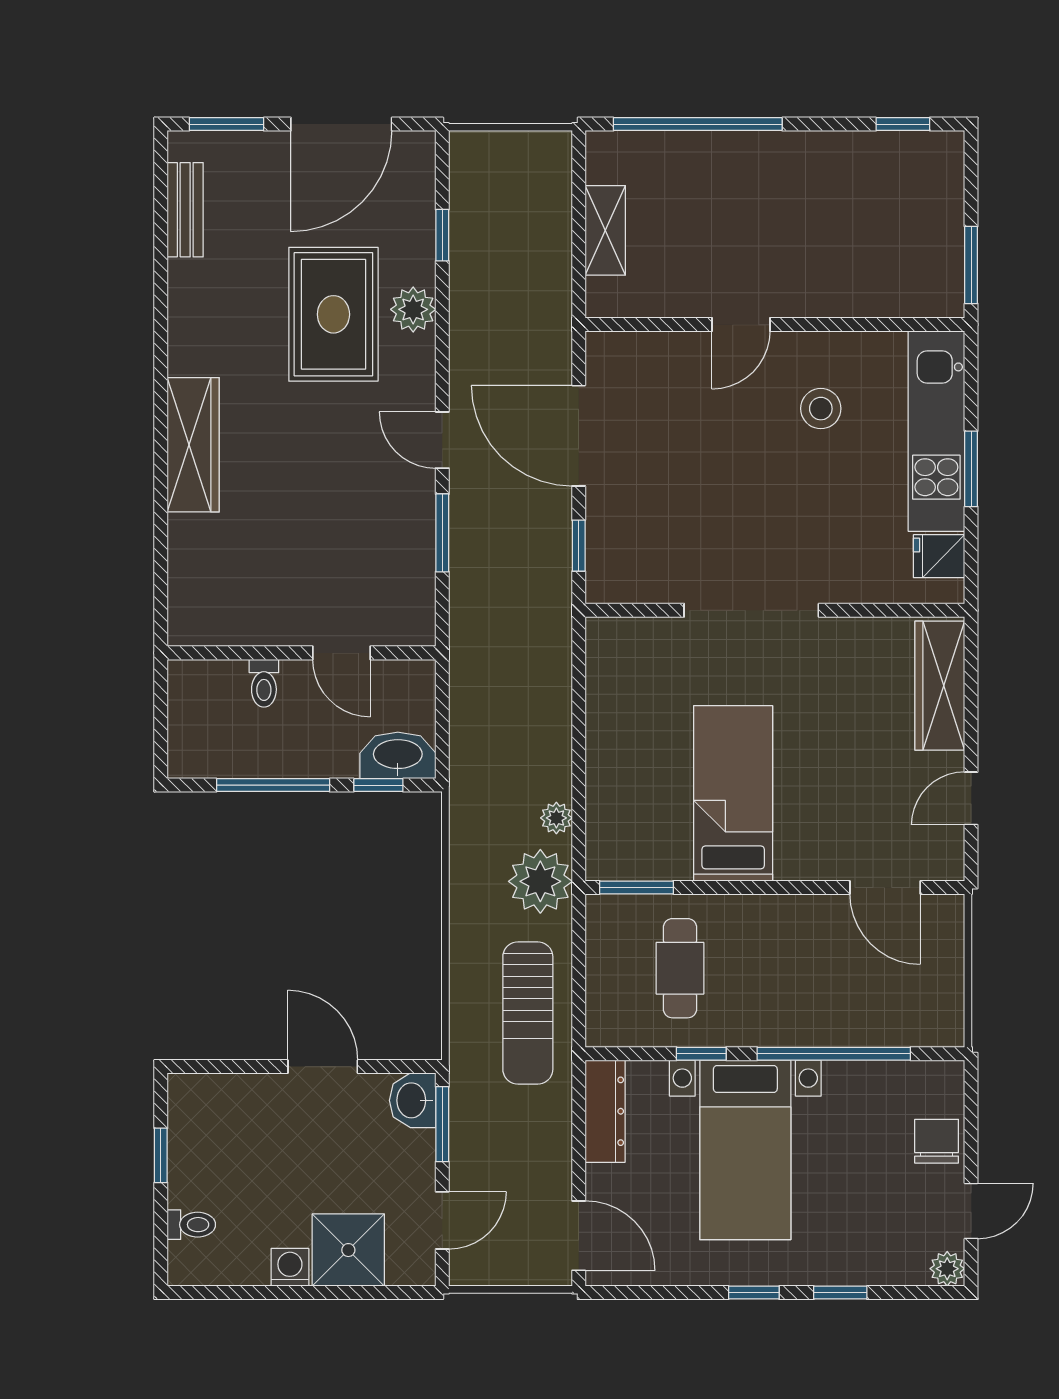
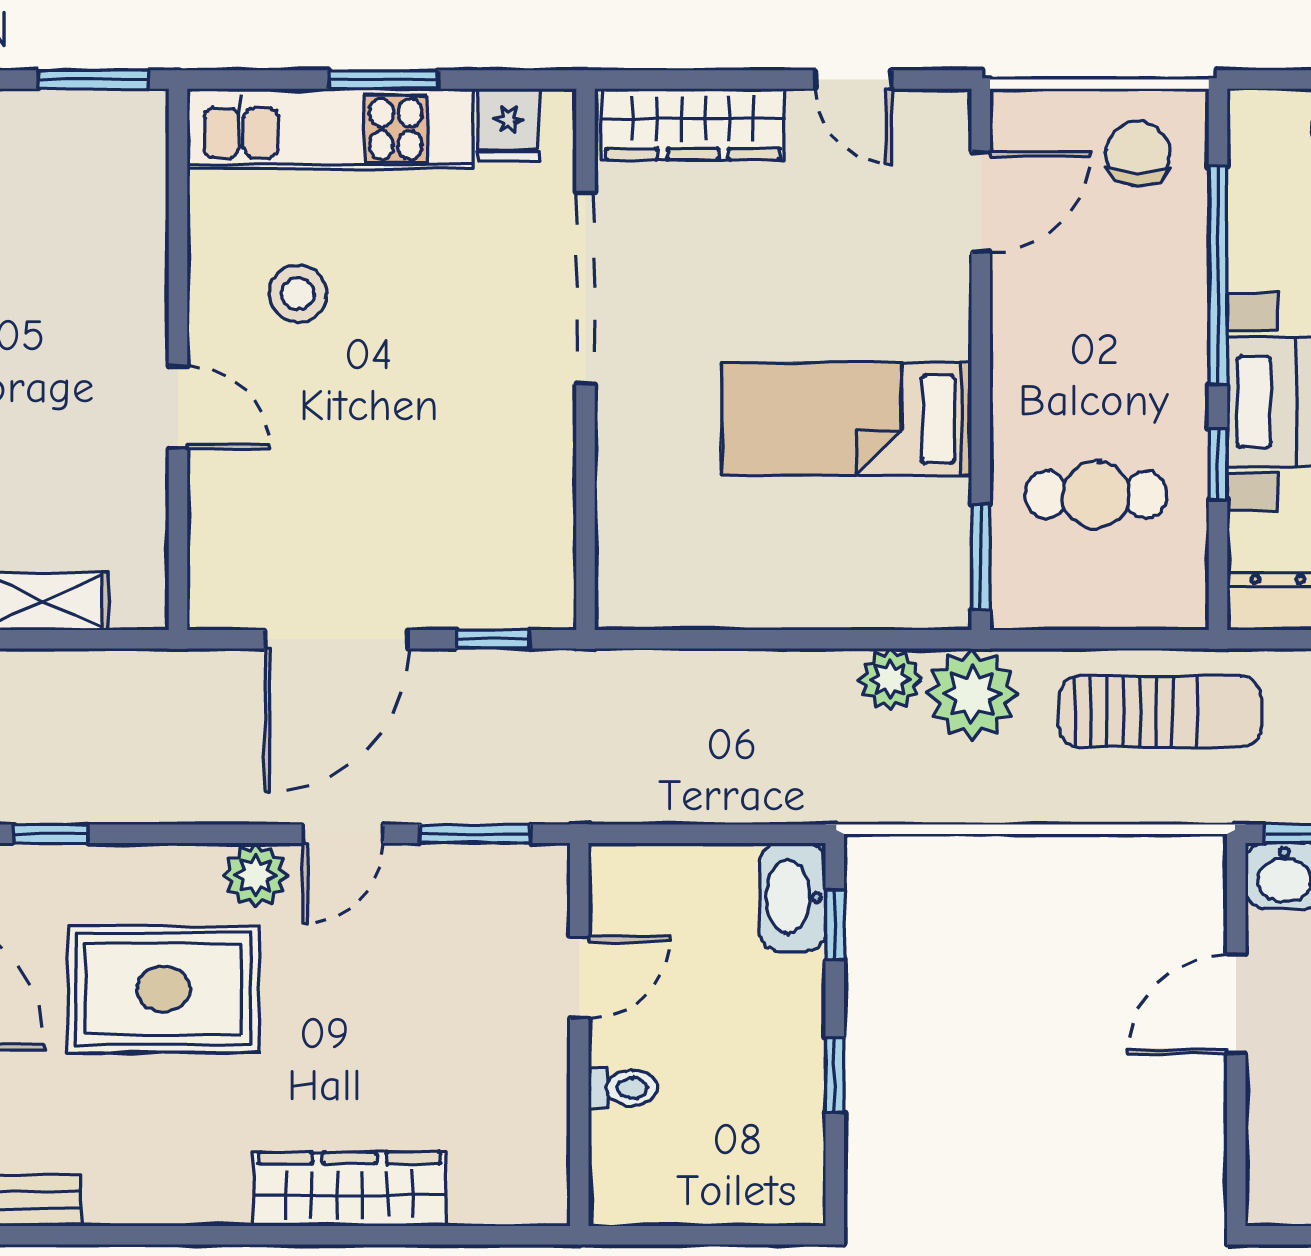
plant: (413, 309) -> (256, 875), moved
doorway: (751, 610) -> (585, 288), moved
wall: (302, 653) -> (579, 1034), moved
door: (341, 653) -> (579, 977), moved
toilet: (264, 683) -> (623, 1088), moved
window: (273, 785) -> (835, 1075), width x0.46
plant: (556, 818) -> (890, 680), width x1.38, depth x1.38
chair: (919, 998) -> (1138, 154), added

